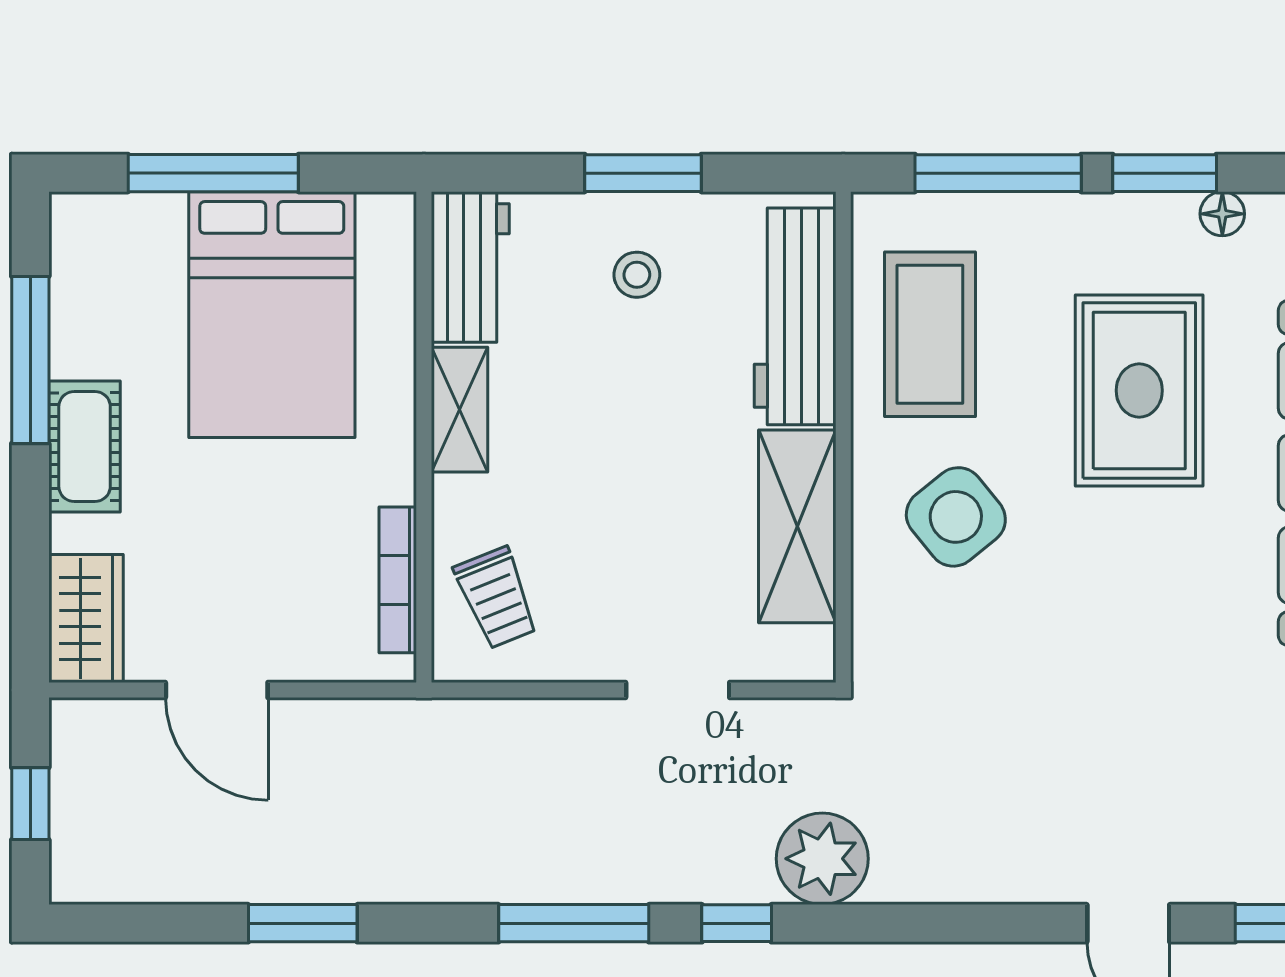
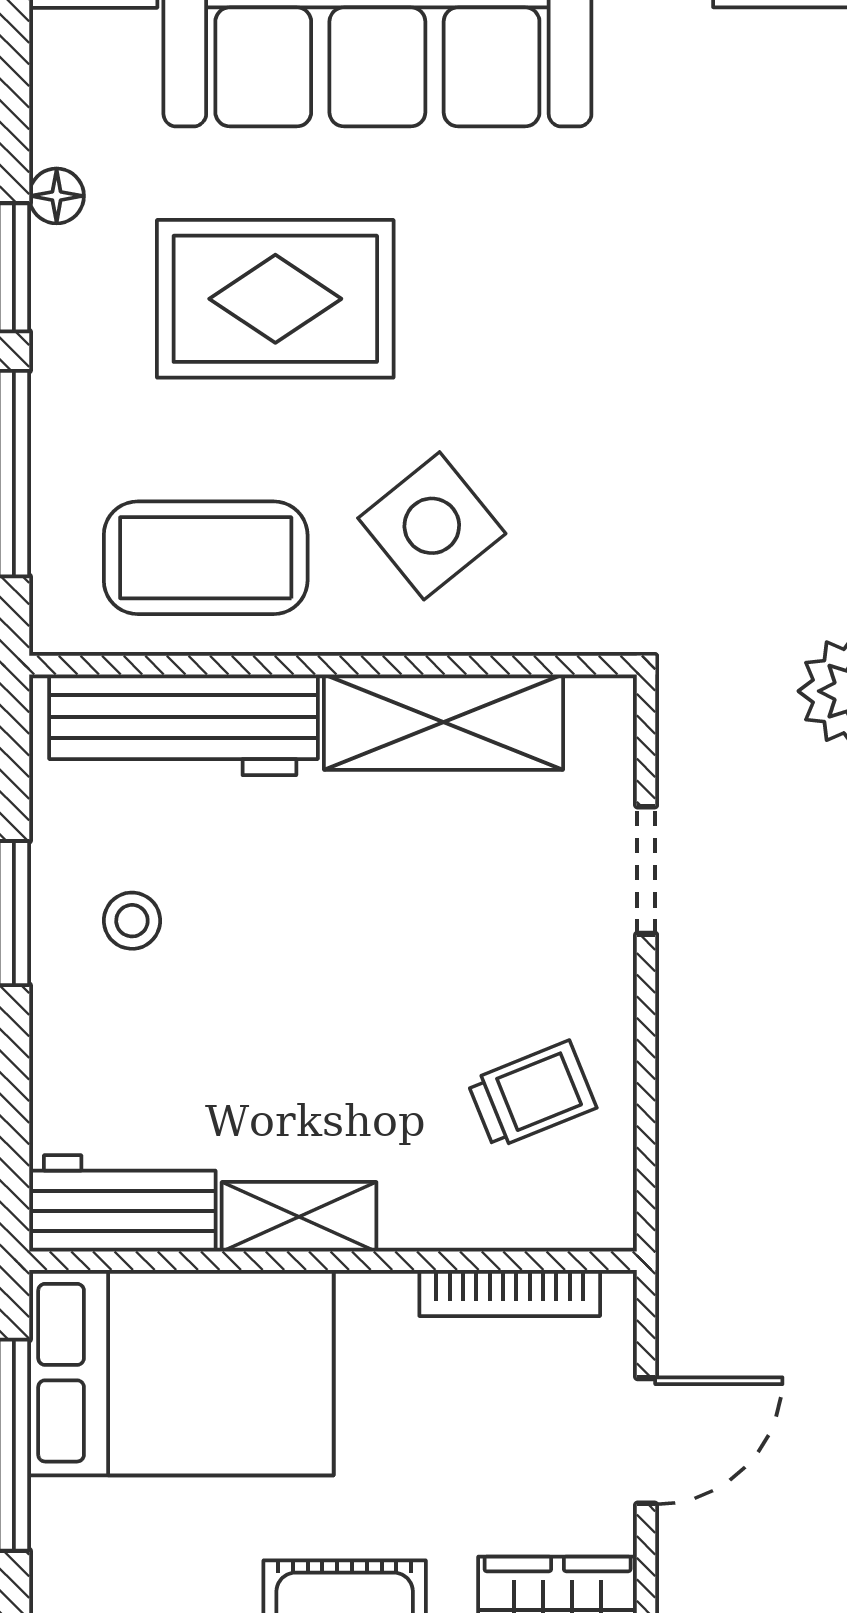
workbench: (470, 267) -> (122, 1203), moved
shelving: (459, 410) -> (299, 1217), moved
wall: (424, 437) -> (333, 1261), moved
bookcase: (398, 580) -> (510, 1293), moved

